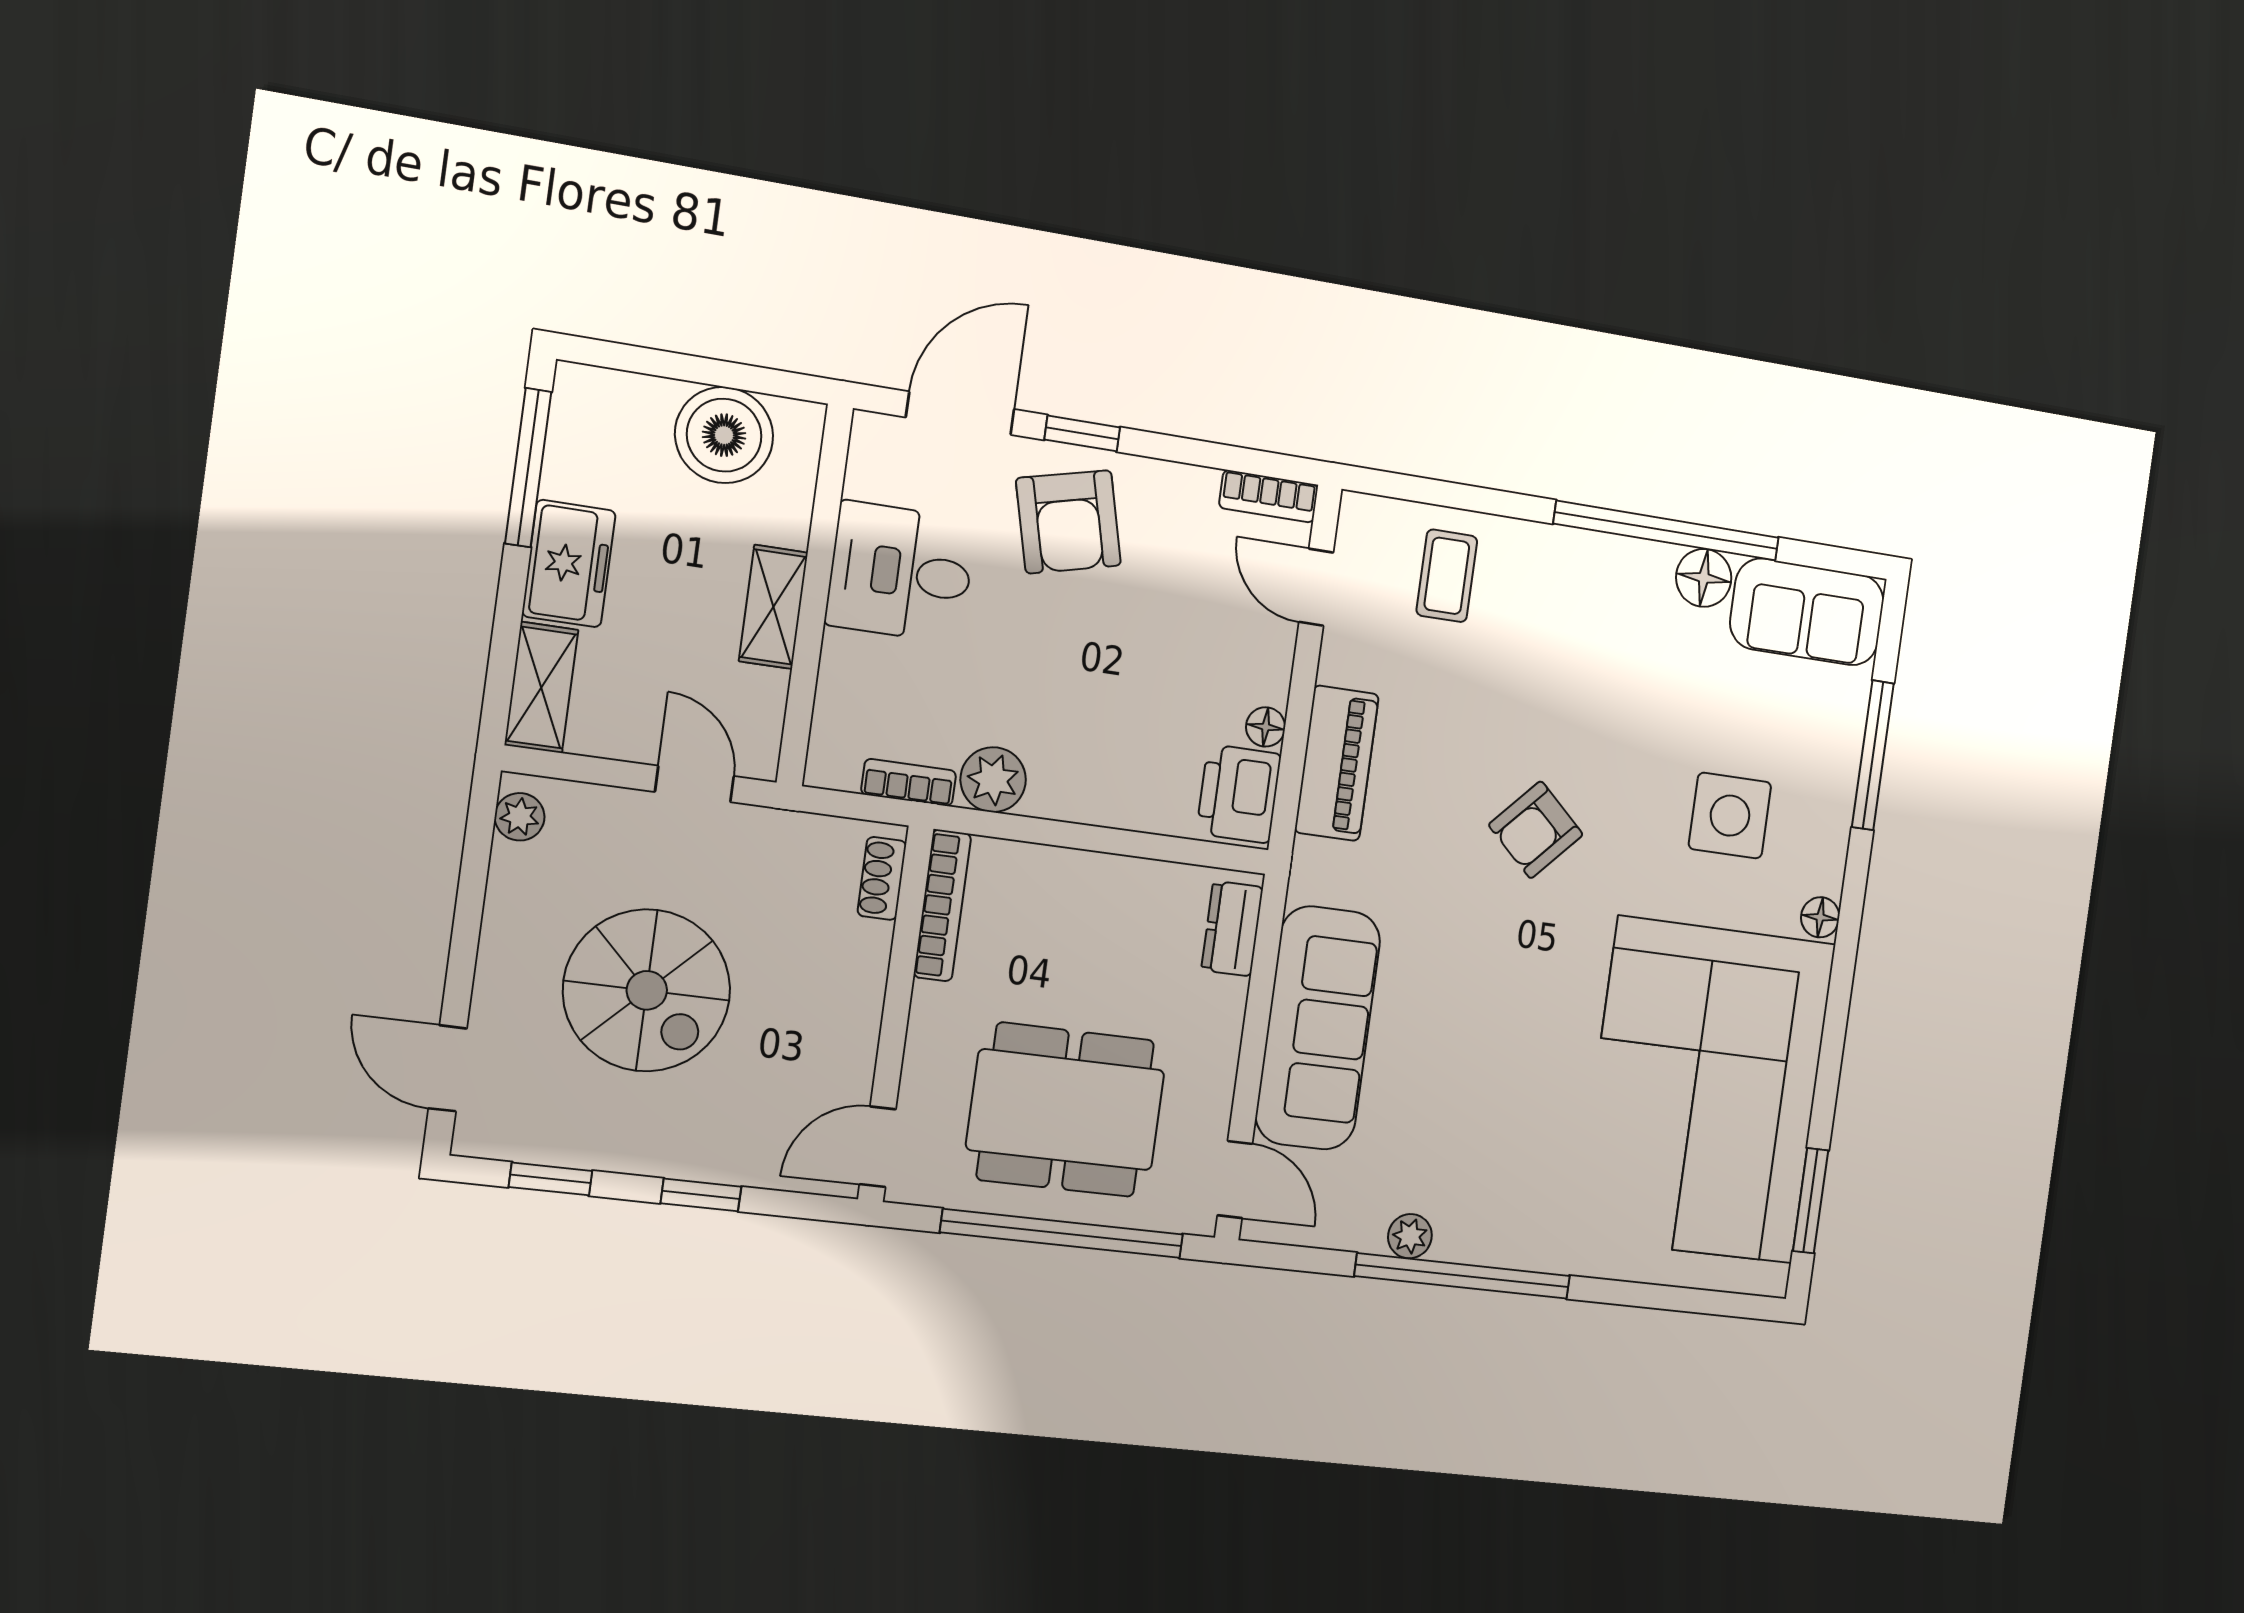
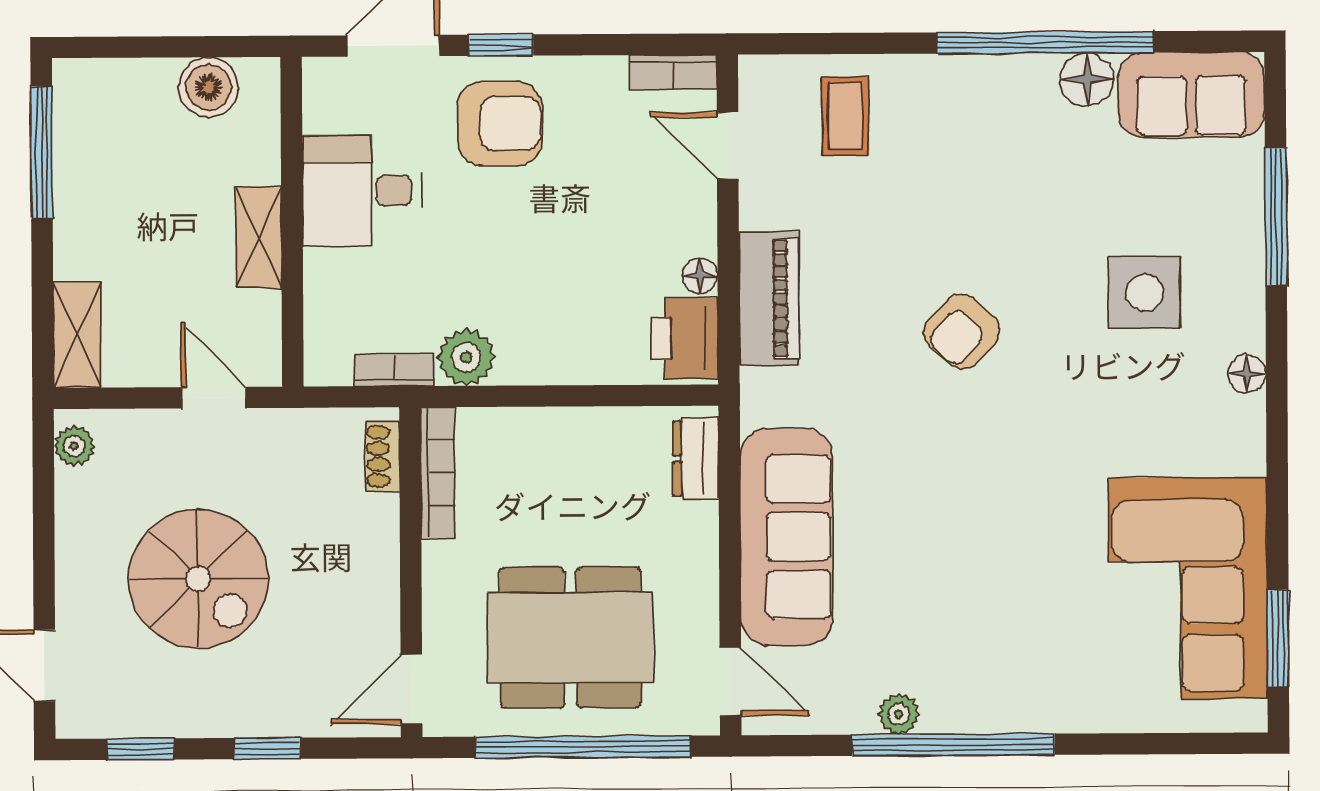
boiler: (724, 435) -> (209, 87), width x0.73, depth x0.73
armchair: (1068, 522) -> (500, 124), turned -76
freezer: (569, 564) -> (85, 227), removed
corner sofa: (1705, 1091) -> (1188, 588), width x0.73, depth x0.74

